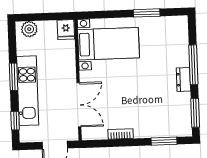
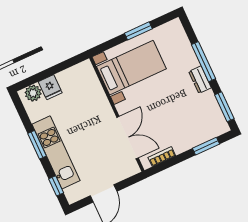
fridge: (66, 30) -> (50, 87), moved
bed with nightstands: (108, 44) -> (131, 68), moved
wall: (78, 80) -> (117, 114), moved
double door: (79, 105) -> (128, 138), moved

